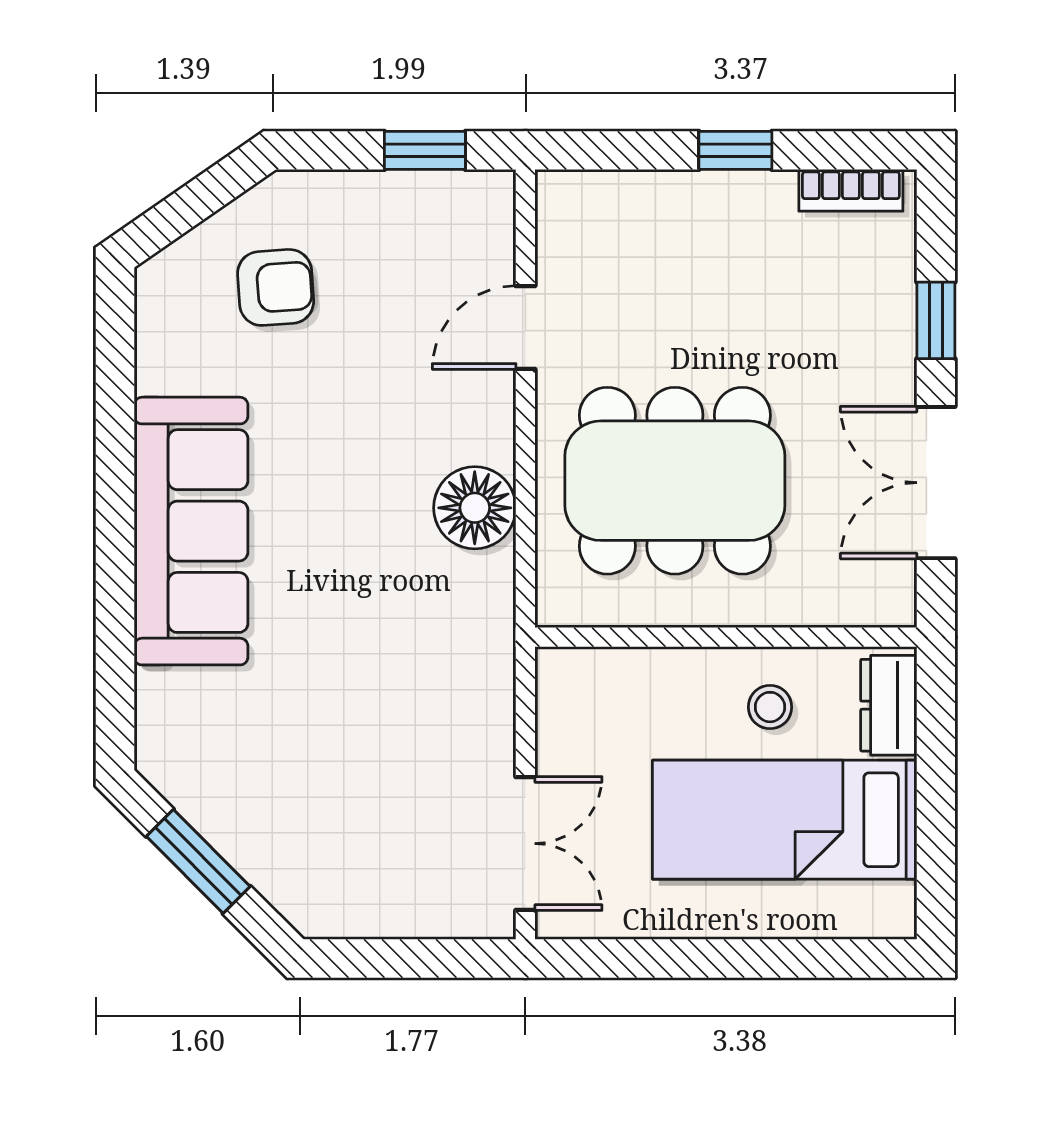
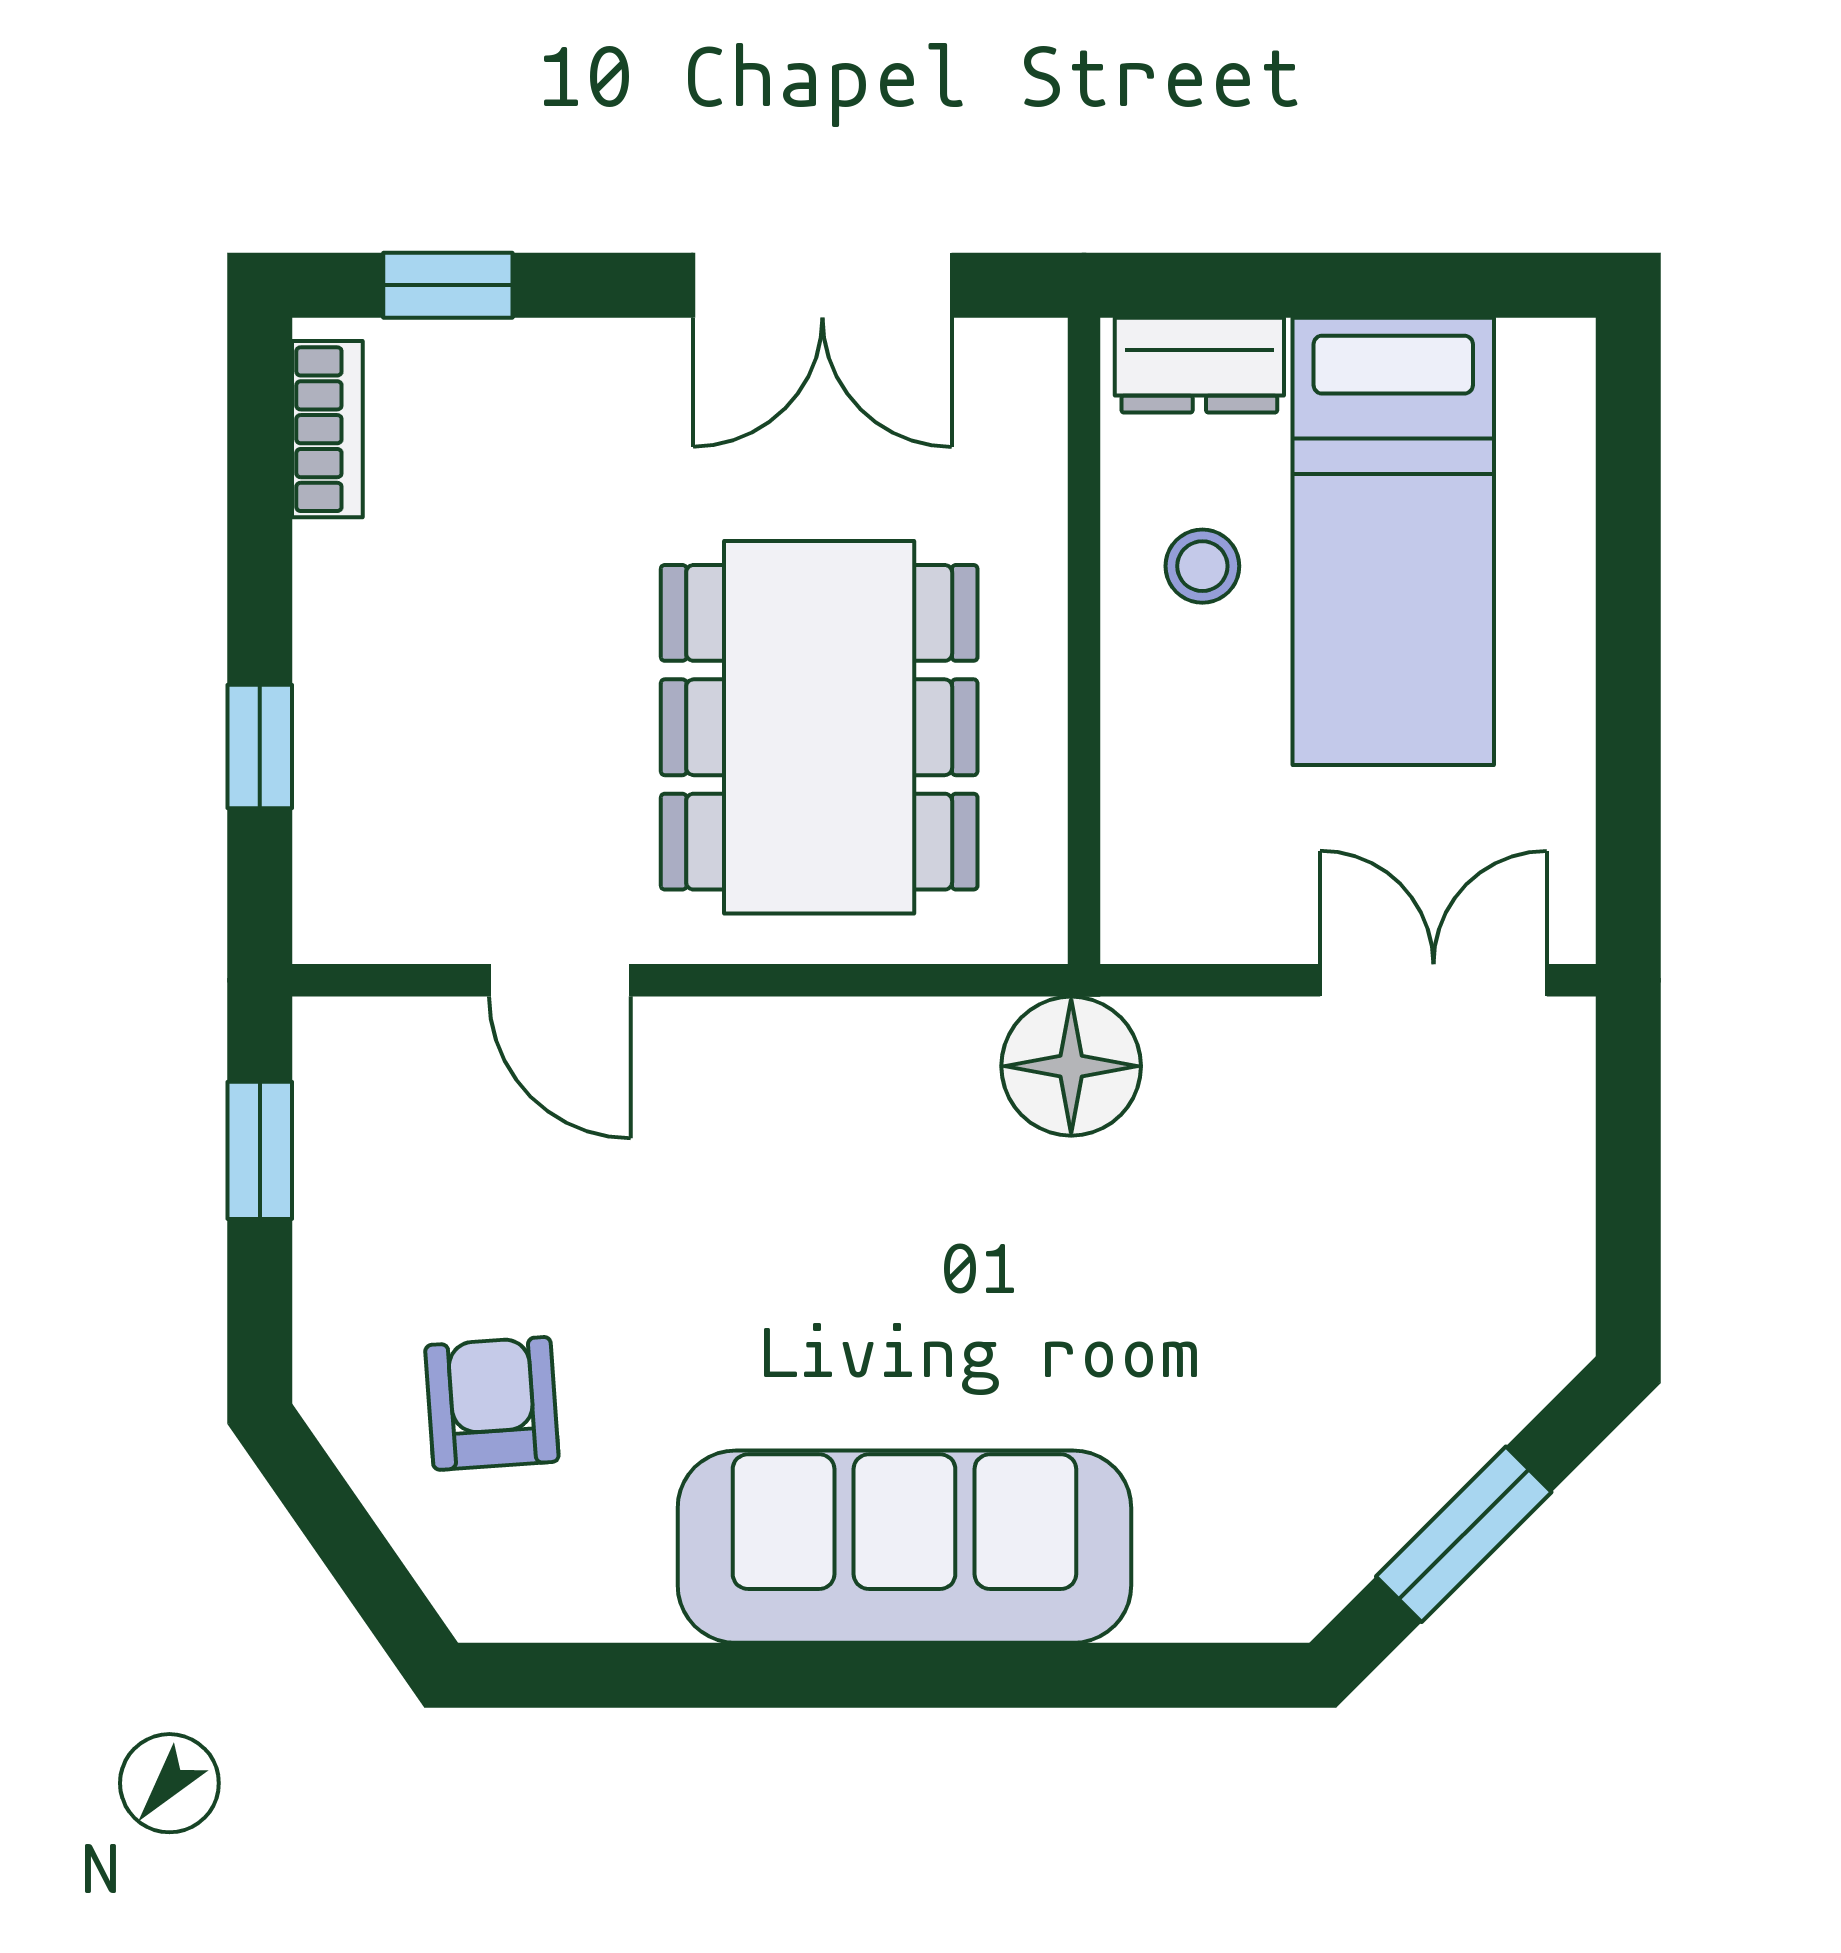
window: (735, 150) -> (260, 747), moved
window: (936, 320) -> (448, 285), moved
floor lamp: (475, 508) -> (1071, 1066), moved

